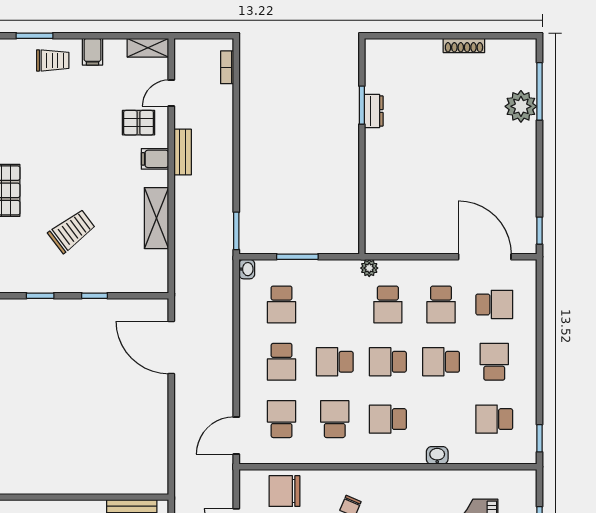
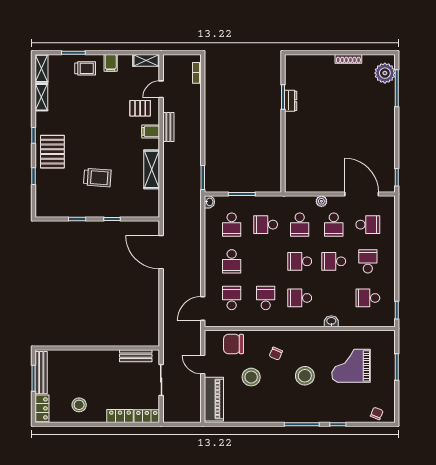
plant: (521, 106) -> (385, 73), moved
trolley: (72, 231) -> (97, 178), turned 41
plant: (369, 268) -> (321, 201), moved
school desk: (335, 362) -> (266, 225), moved

